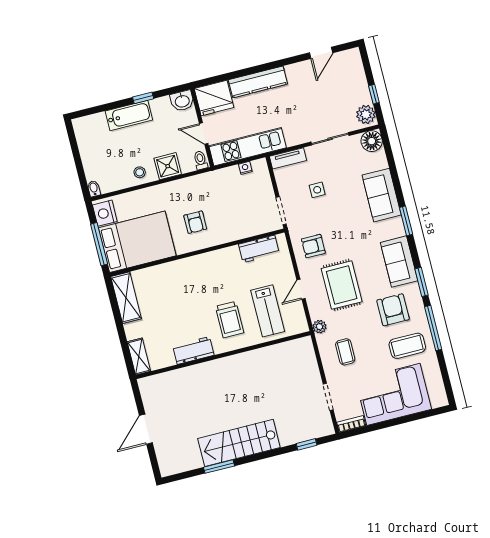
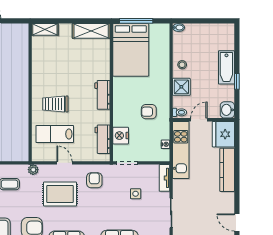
nightstand: (105, 213) -> (121, 136), moved, turned -90
armchair: (195, 222) -> (149, 112), moved
workbench: (193, 350) -> (102, 95), moved, turned 180

